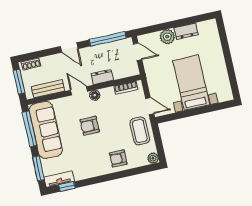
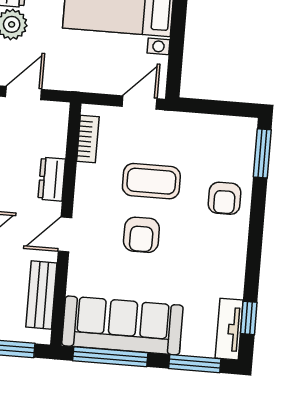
floor lamp: (95, 95) -> (84, 206), removed
coffee table: (140, 131) -> (151, 181), moved
plant: (153, 158) -> (246, 129), removed
window: (144, 169) -> (262, 153), added

